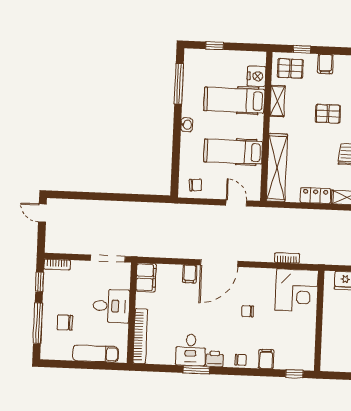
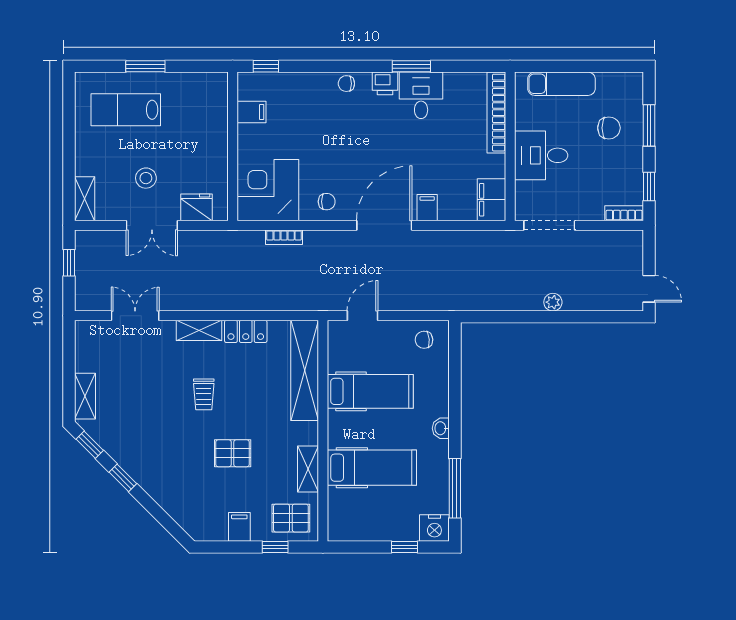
nightstand: (256, 76) -> (434, 528), moved, turned -90
door: (236, 203) -> (362, 316), swing flipped
plant: (107, 207) -> (553, 302), added
chair: (248, 311) -> (327, 202), moved
window: (38, 323) -> (649, 125), width x0.69
filing cabinet: (266, 359) -> (252, 112), moved, turned -90

